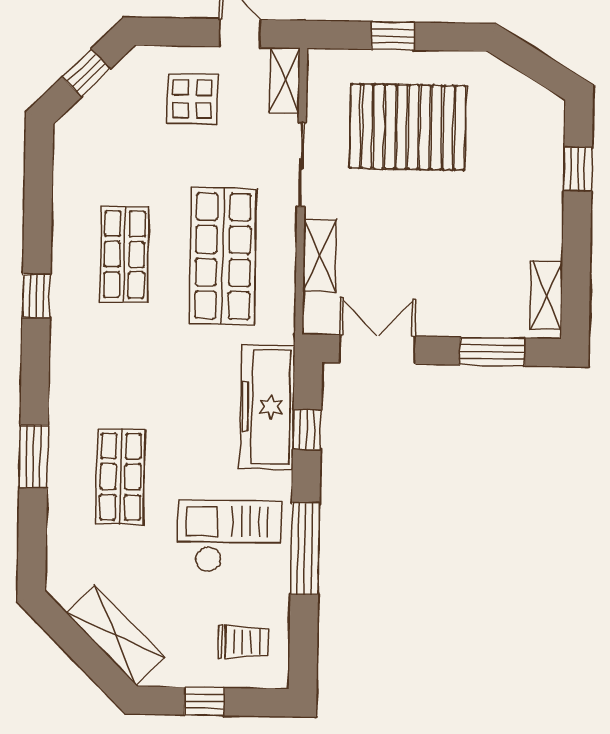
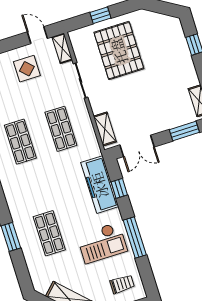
pallet: (408, 127) -> (119, 51), turned 90
shelving: (320, 255) -> (105, 129), moved
shop shelf: (223, 256) -> (61, 129), width x0.70, depth x0.74
double door: (377, 349) -> (137, 146), swing flipped
checkout: (229, 537) -> (102, 243), turned 180

